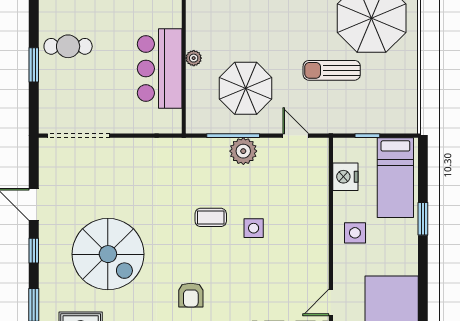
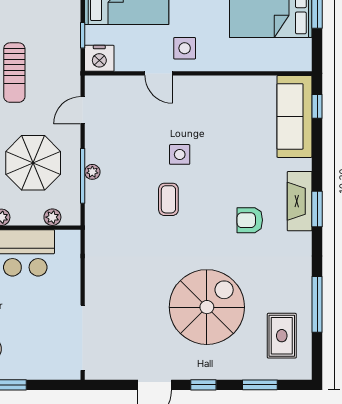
plant: (194, 107) -> (52, 217), added
plant: (243, 151) -> (92, 172), width x0.53, depth x0.53
nightstand: (345, 177) -> (99, 58), moved
armchair: (191, 295) -> (250, 220), turned 180
door: (331, 302) -> (159, 73), moved

